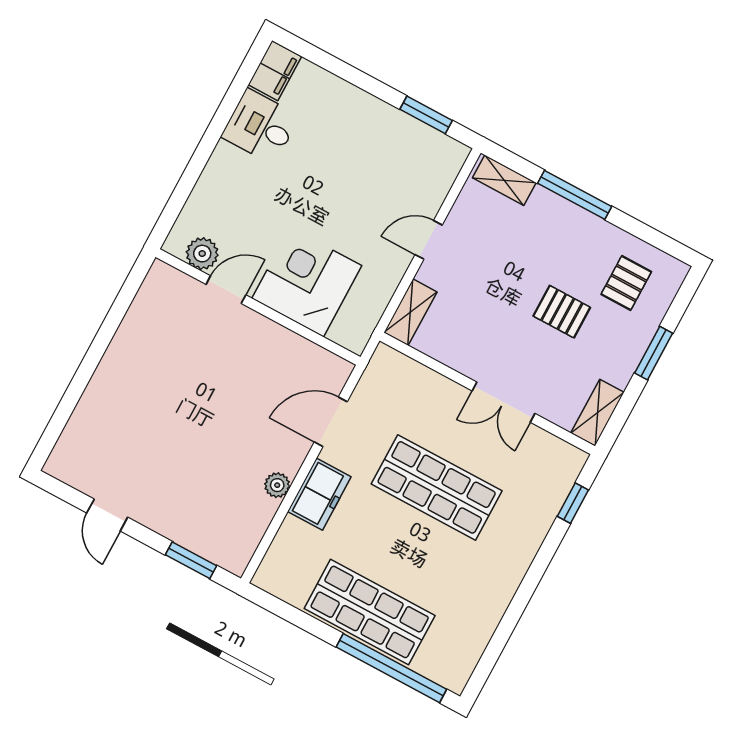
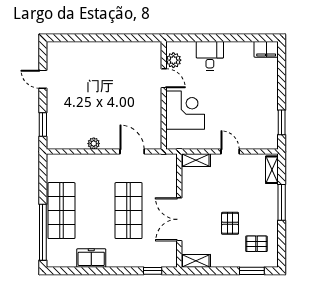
desk: (260, 126) -> (210, 56), moved
window: (654, 353) -> (252, 271), moved
double door: (504, 402) -> (179, 219), width x1.37
freezer: (319, 494) -> (91, 258), moved, turned 180
door: (107, 515) -> (43, 79), hinge flipped

